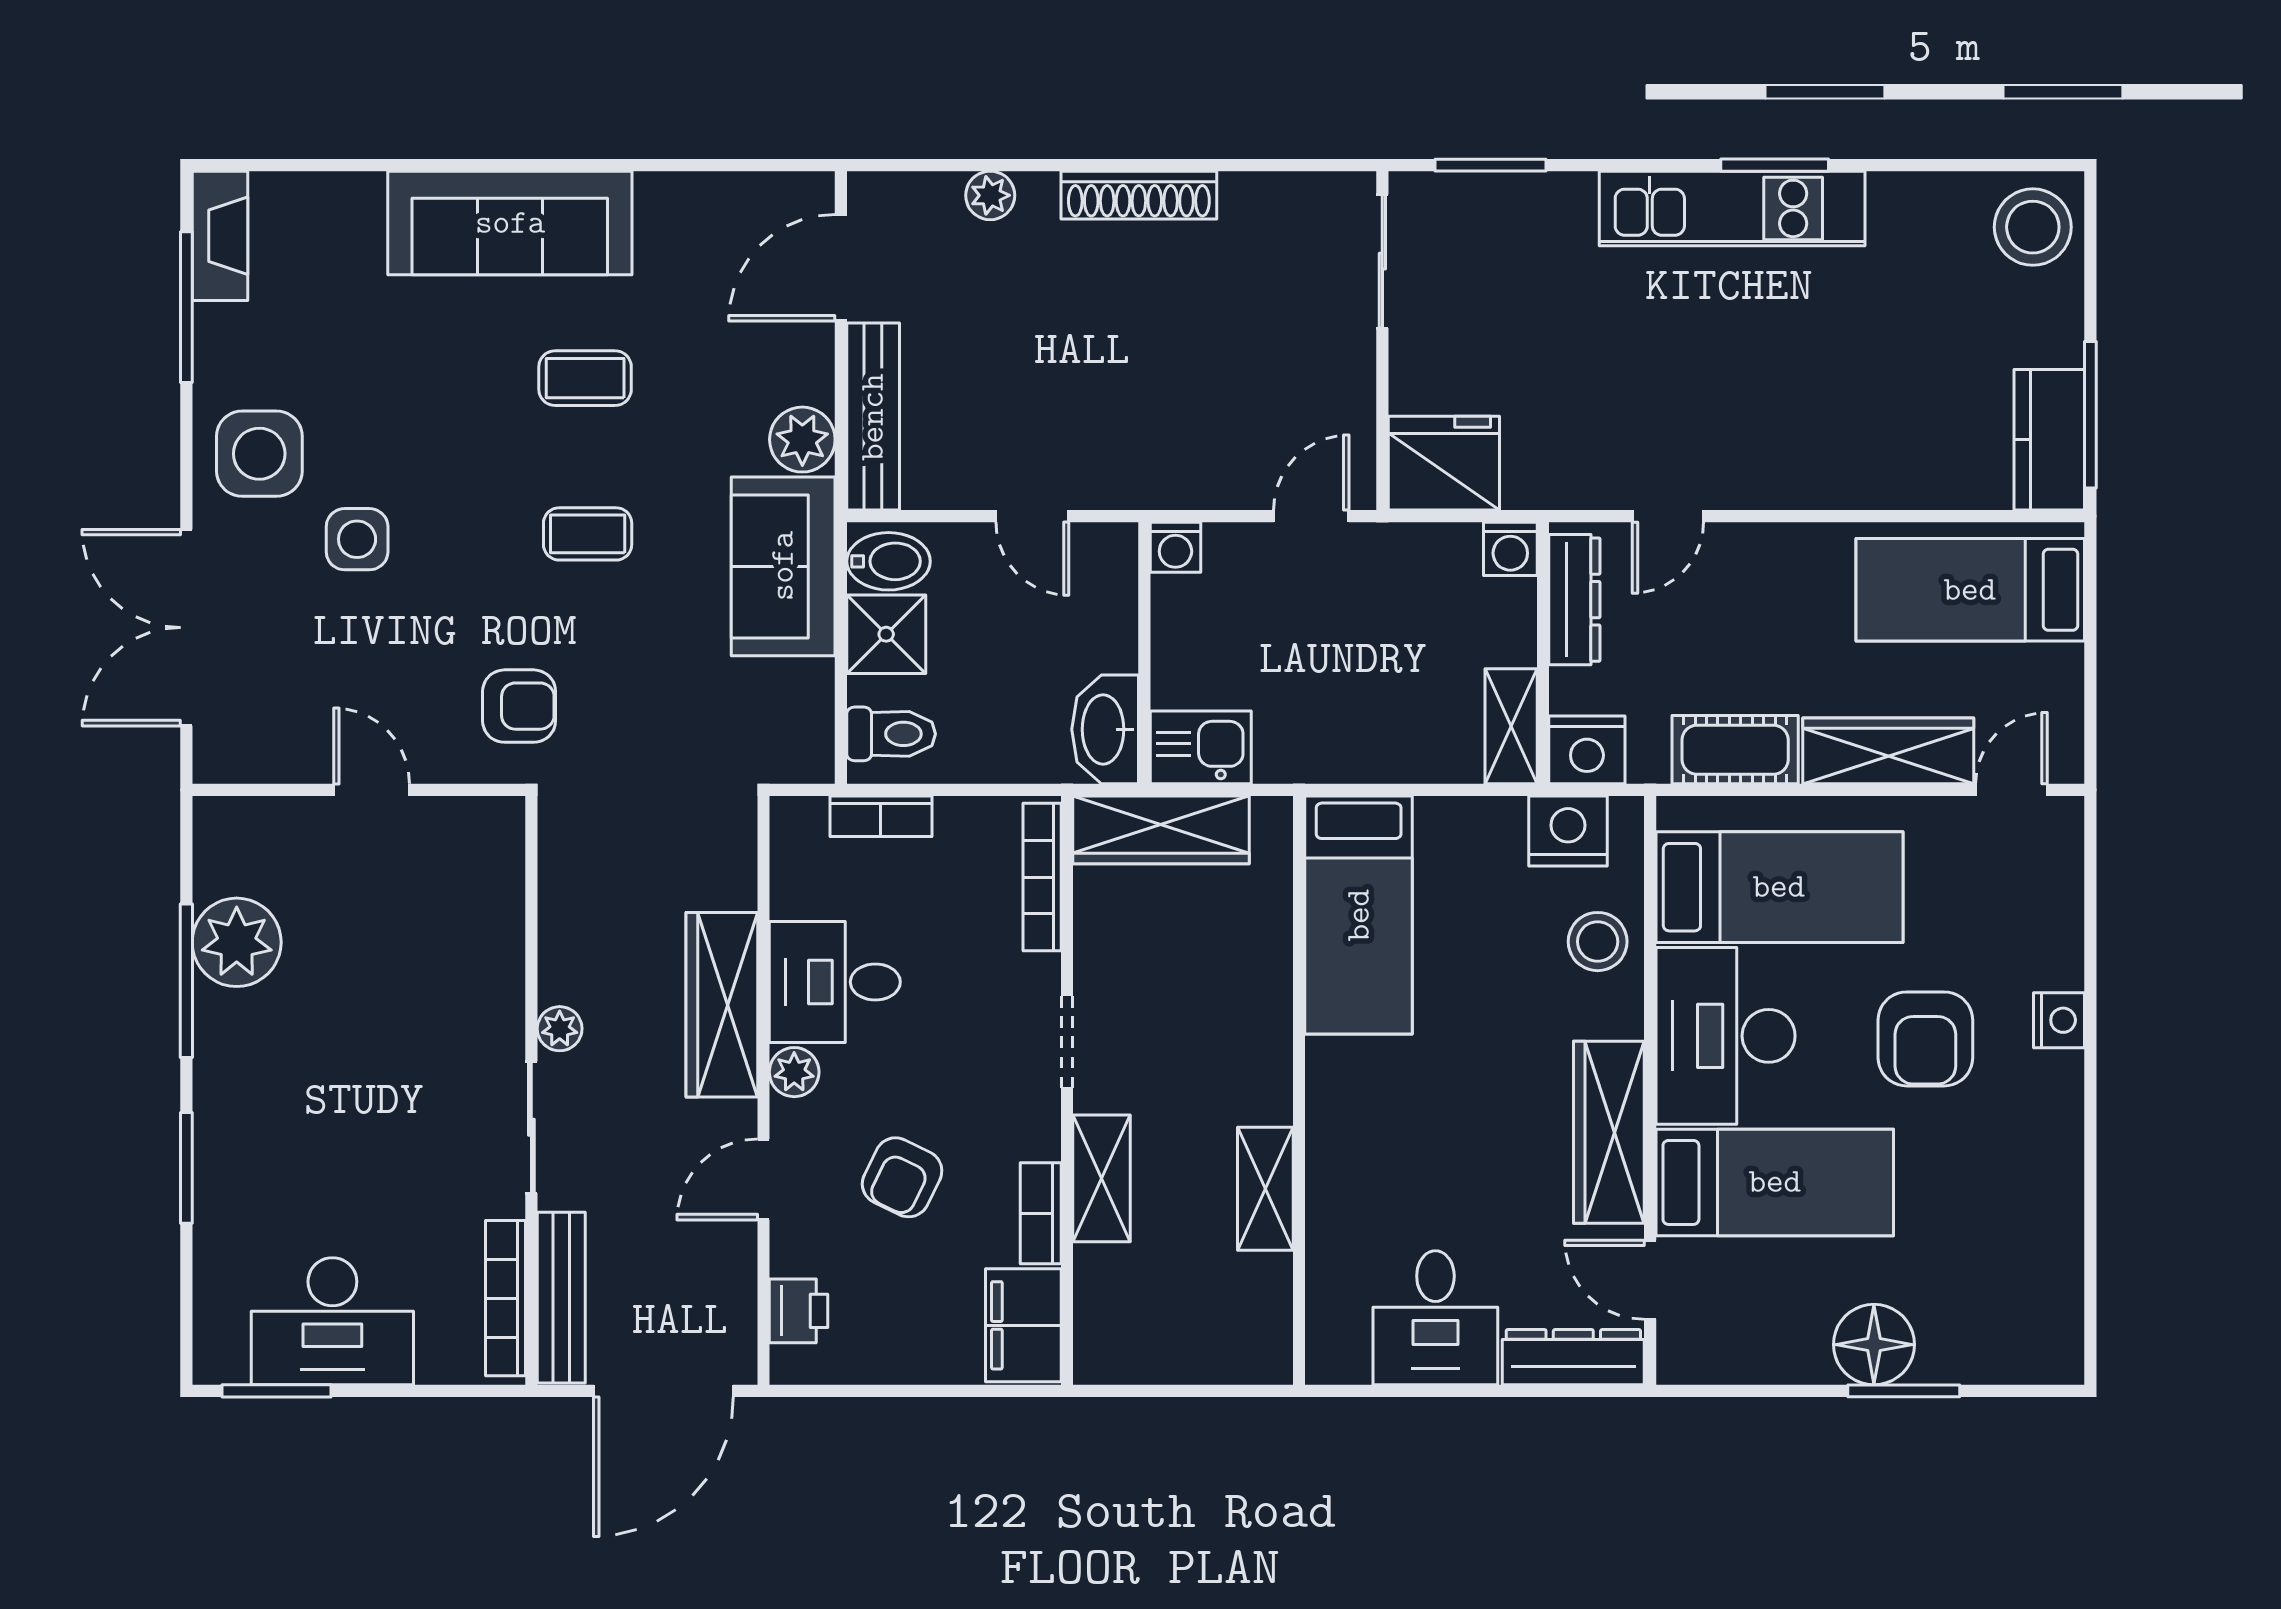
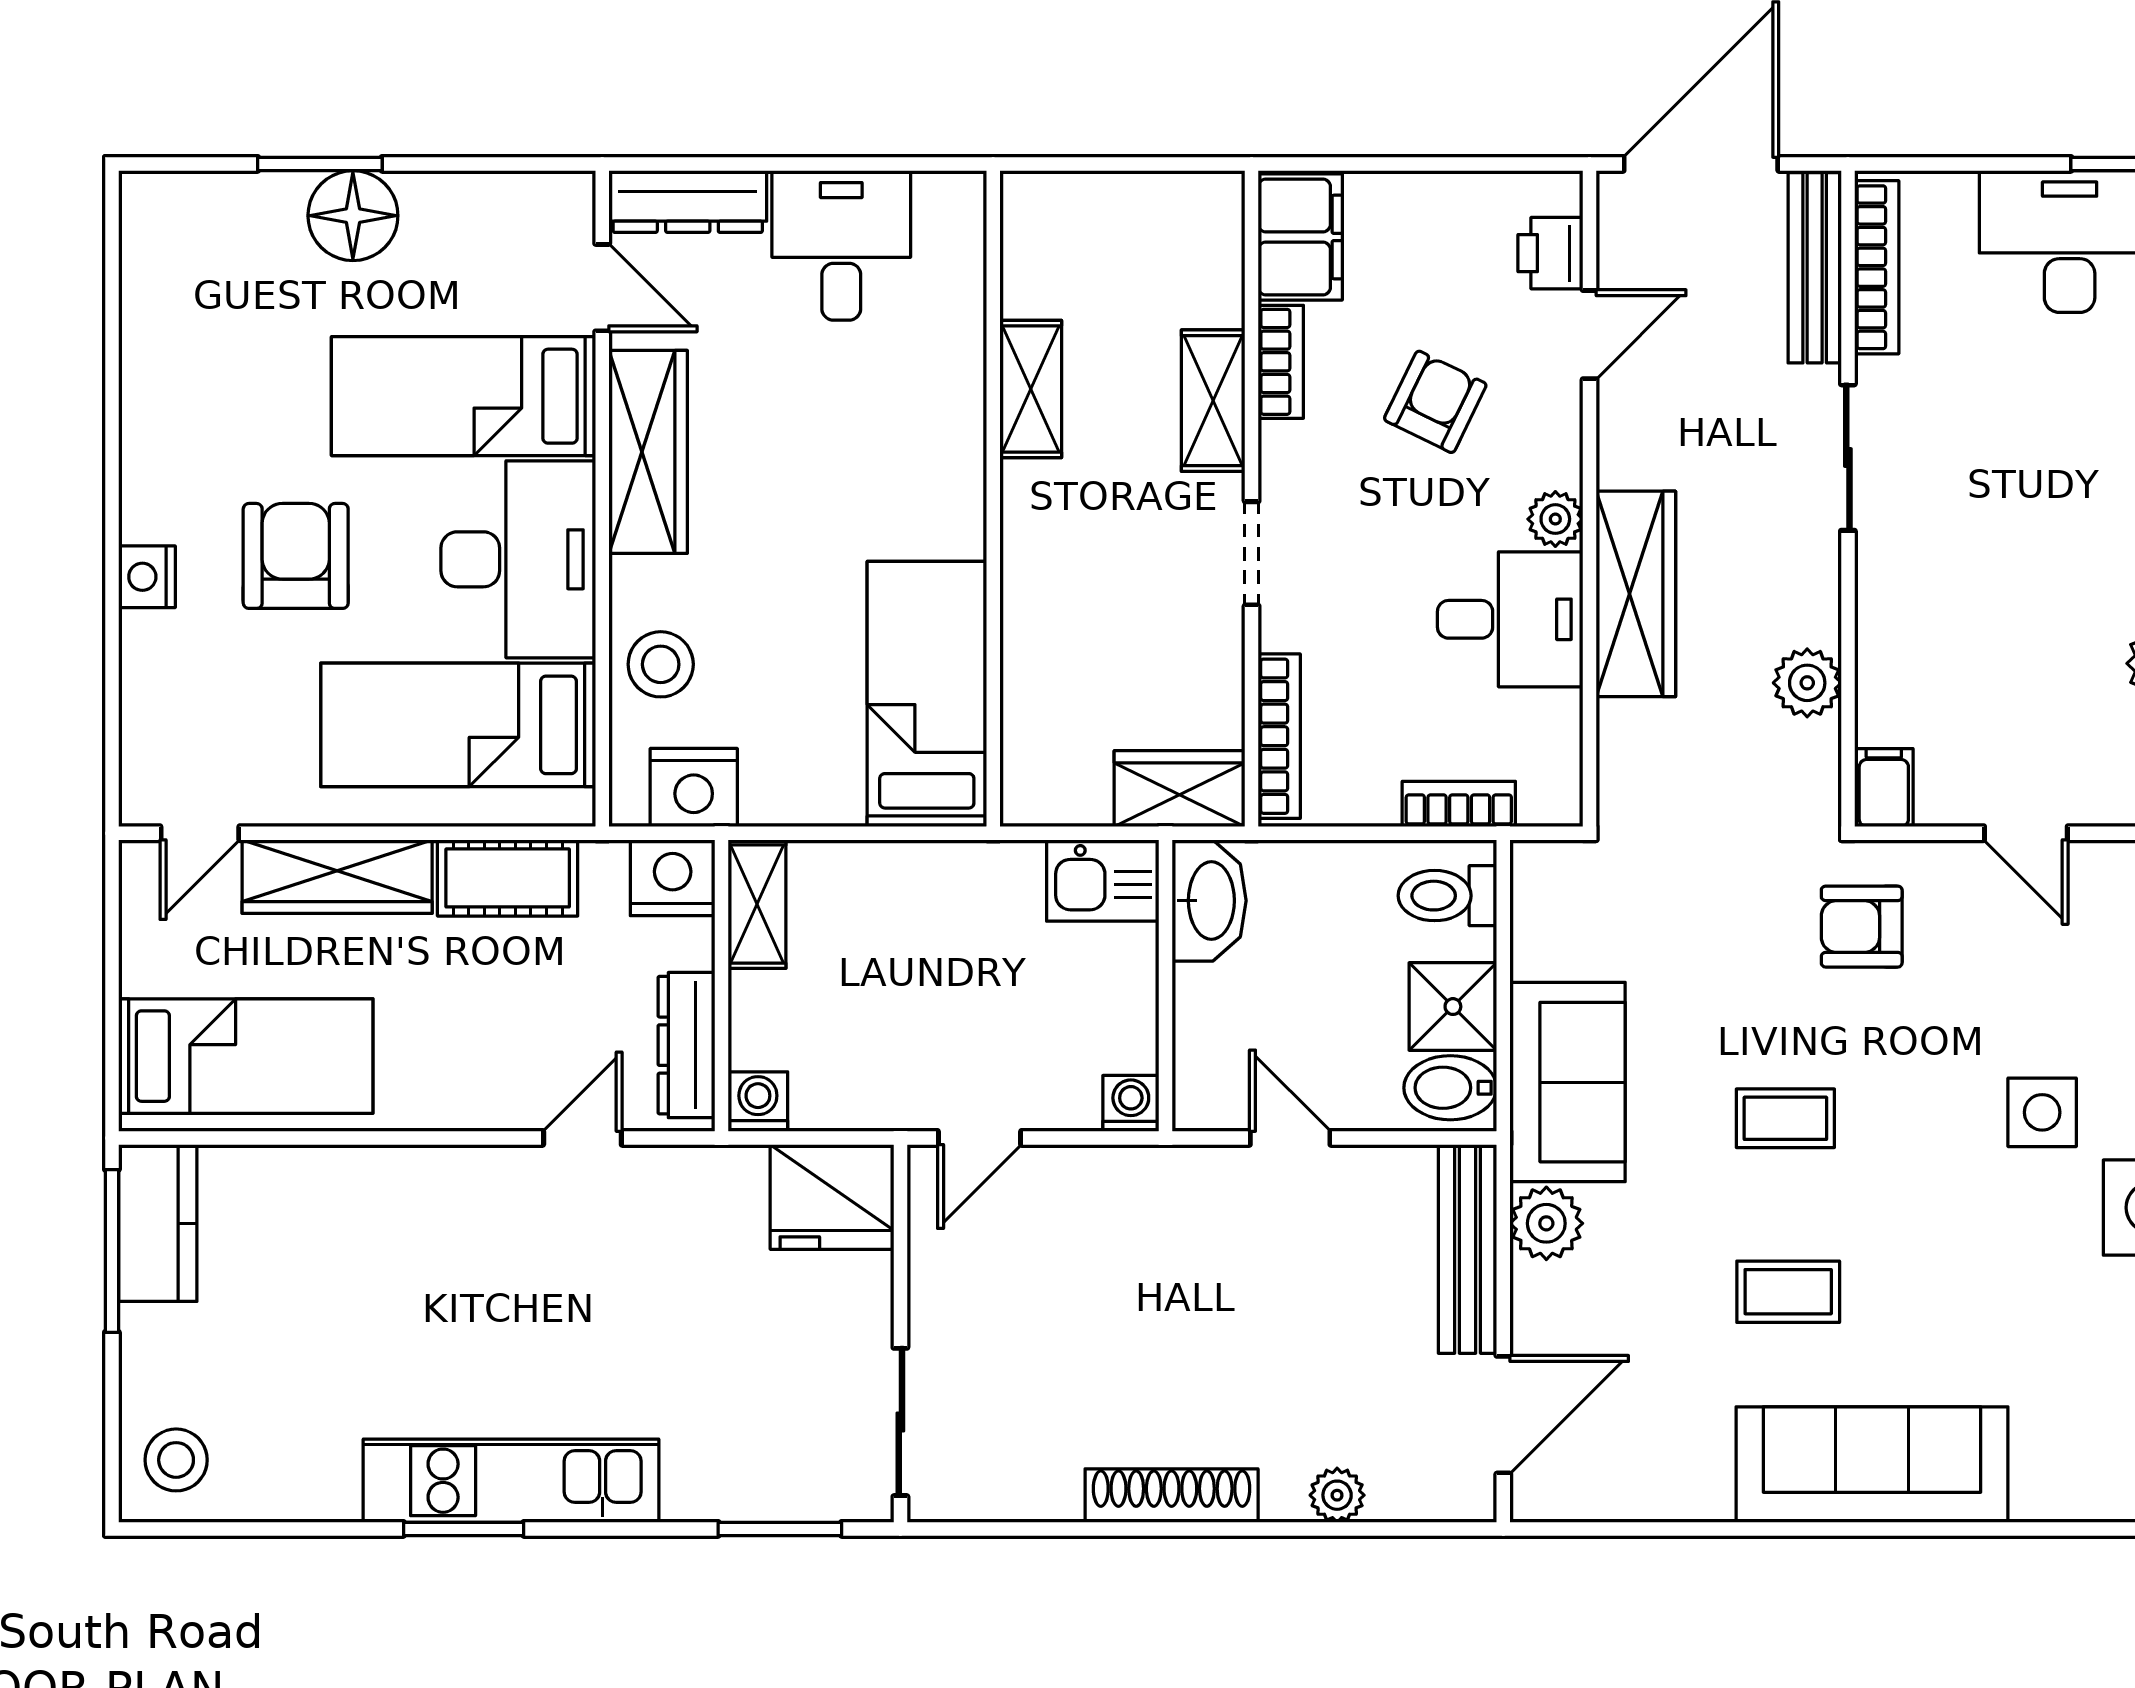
stool: (2033, 227) -> (176, 1460), width x0.73, depth x0.73
wardrobe: (1161, 830) -> (1180, 789), width x0.67
filing cabinet: (499, 831) -> (1884, 788), added
plant: (560, 1029) -> (1807, 683), moved, width x1.38, depth x1.38
door: (764, 1179) -> (1590, 335), moved

